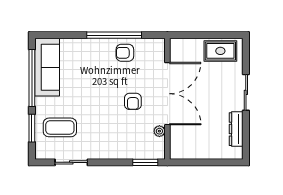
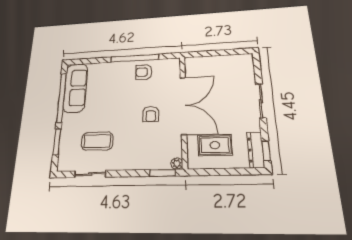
rug: (220, 51) -> (215, 145), moved
coffee table: (60, 127) -> (97, 141), moved
dresser: (236, 129) -> (256, 150), moved
plant: (159, 131) -> (177, 164), moved
window: (246, 143) -> (266, 151), added

